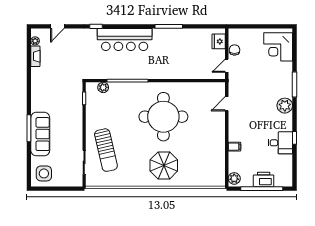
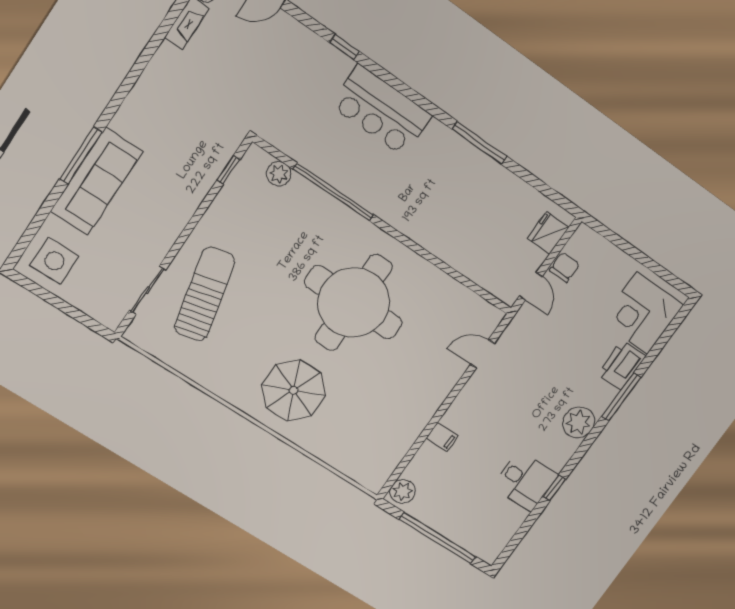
bar counter: (125, 39) -> (381, 111), width x0.73
door: (227, 66) -> (531, 286), swing flipped
sun lounger: (106, 150) -> (205, 294), turned 180
printer: (264, 179) -> (621, 365), moved, turned -90

